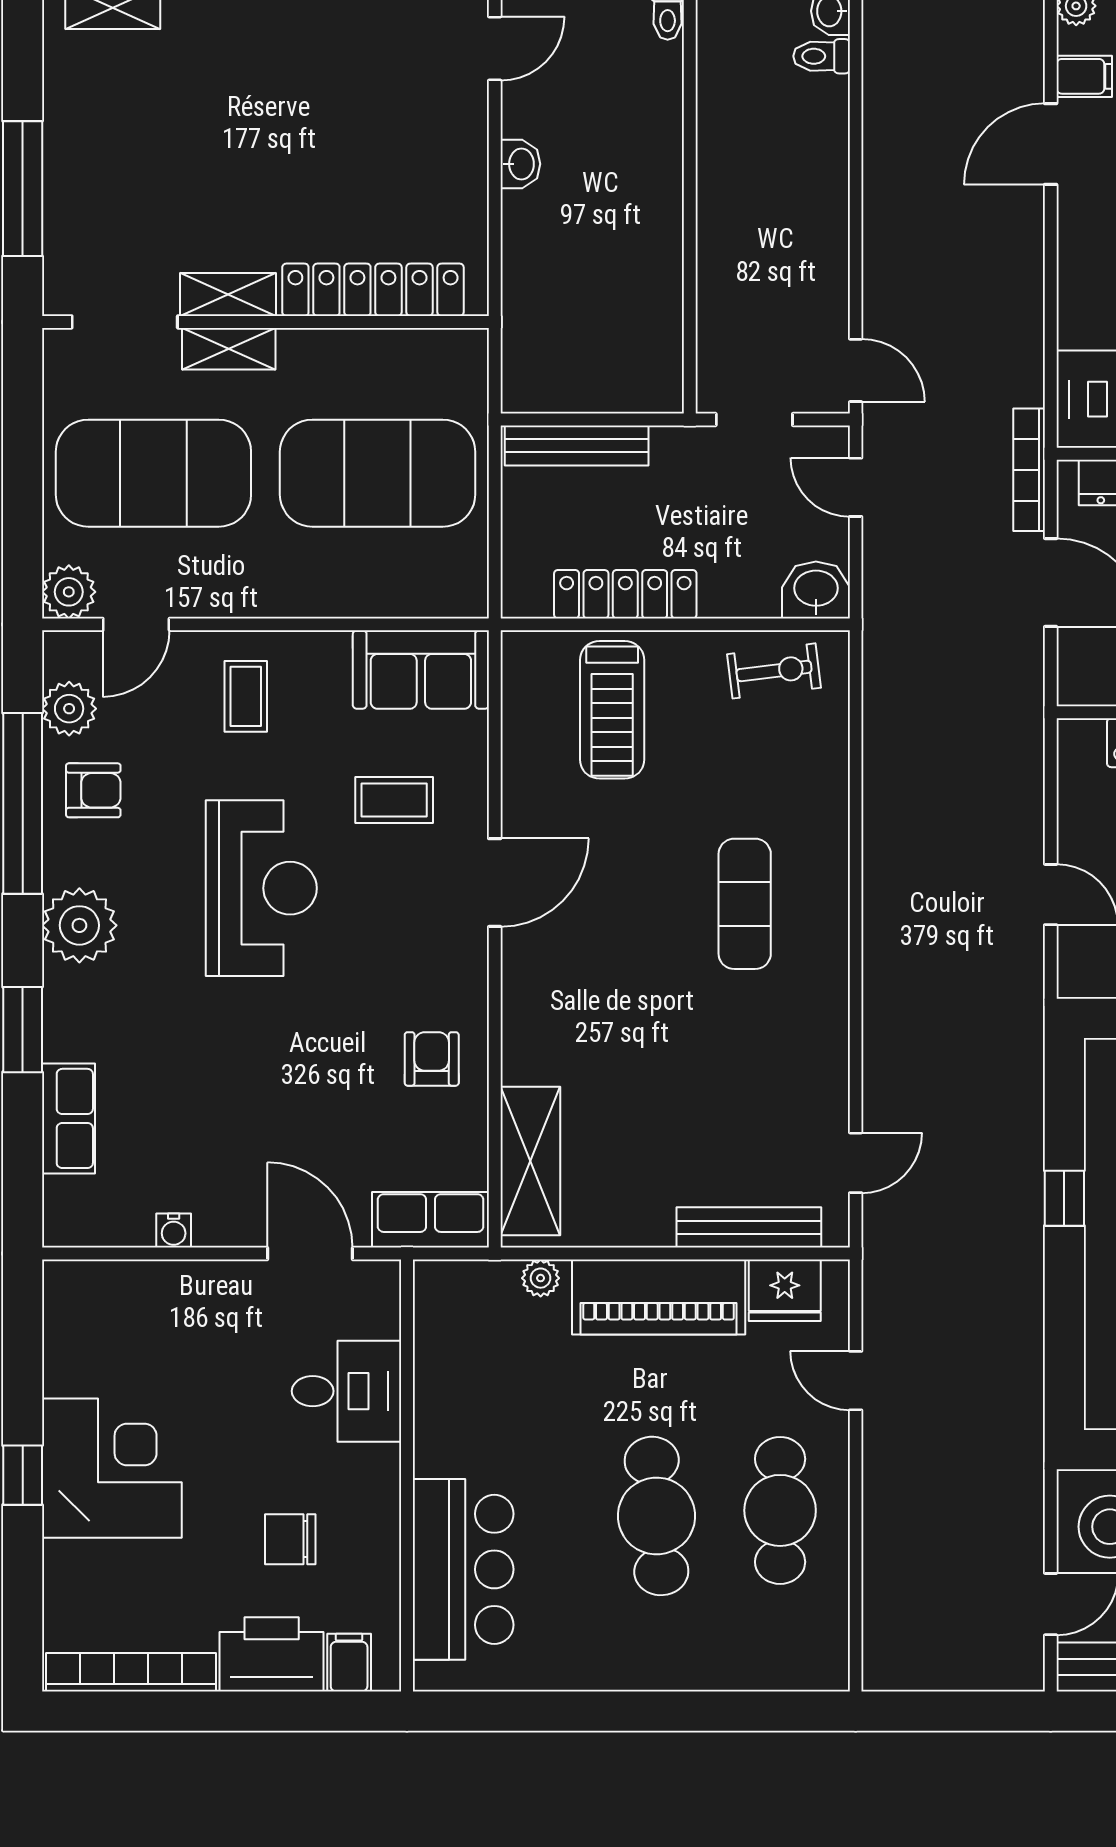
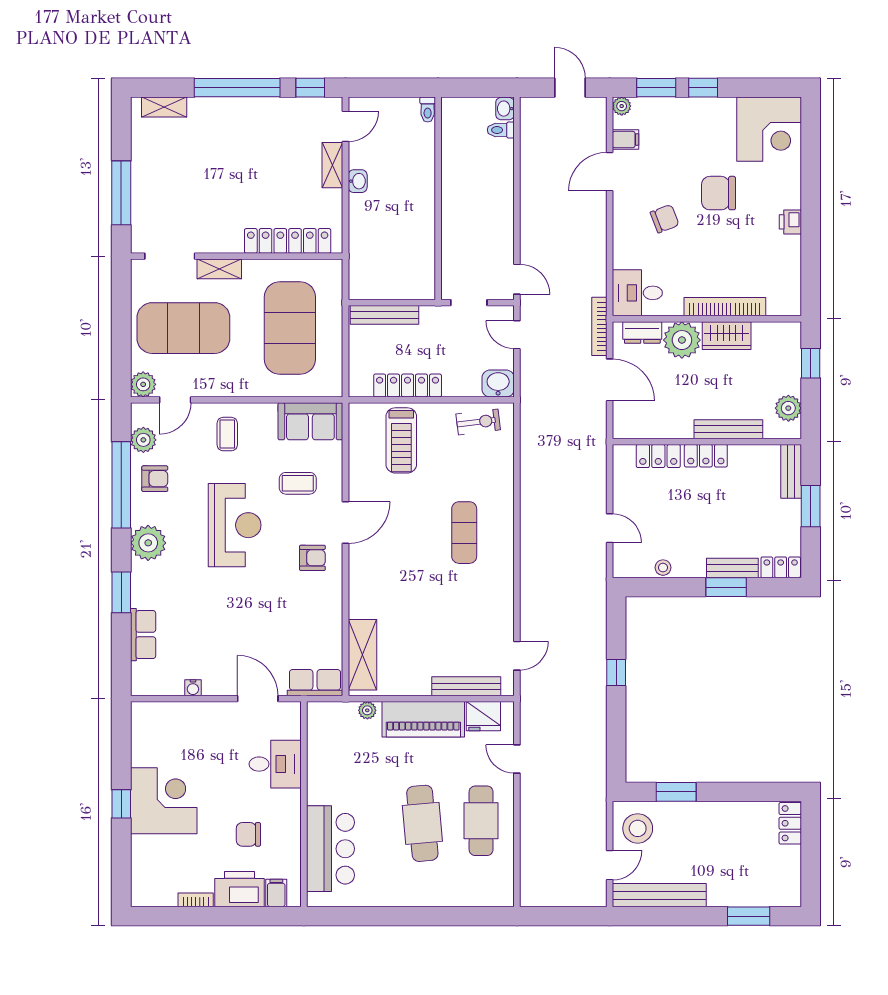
shelving: (228, 295) -> (332, 165), moved, turned 90
exercise mat: (378, 473) -> (290, 328), turned 90
armchair: (432, 1059) -> (312, 558), moved, turned 90
bookcase: (131, 1672) -> (196, 900), width x0.43, depth x0.76

